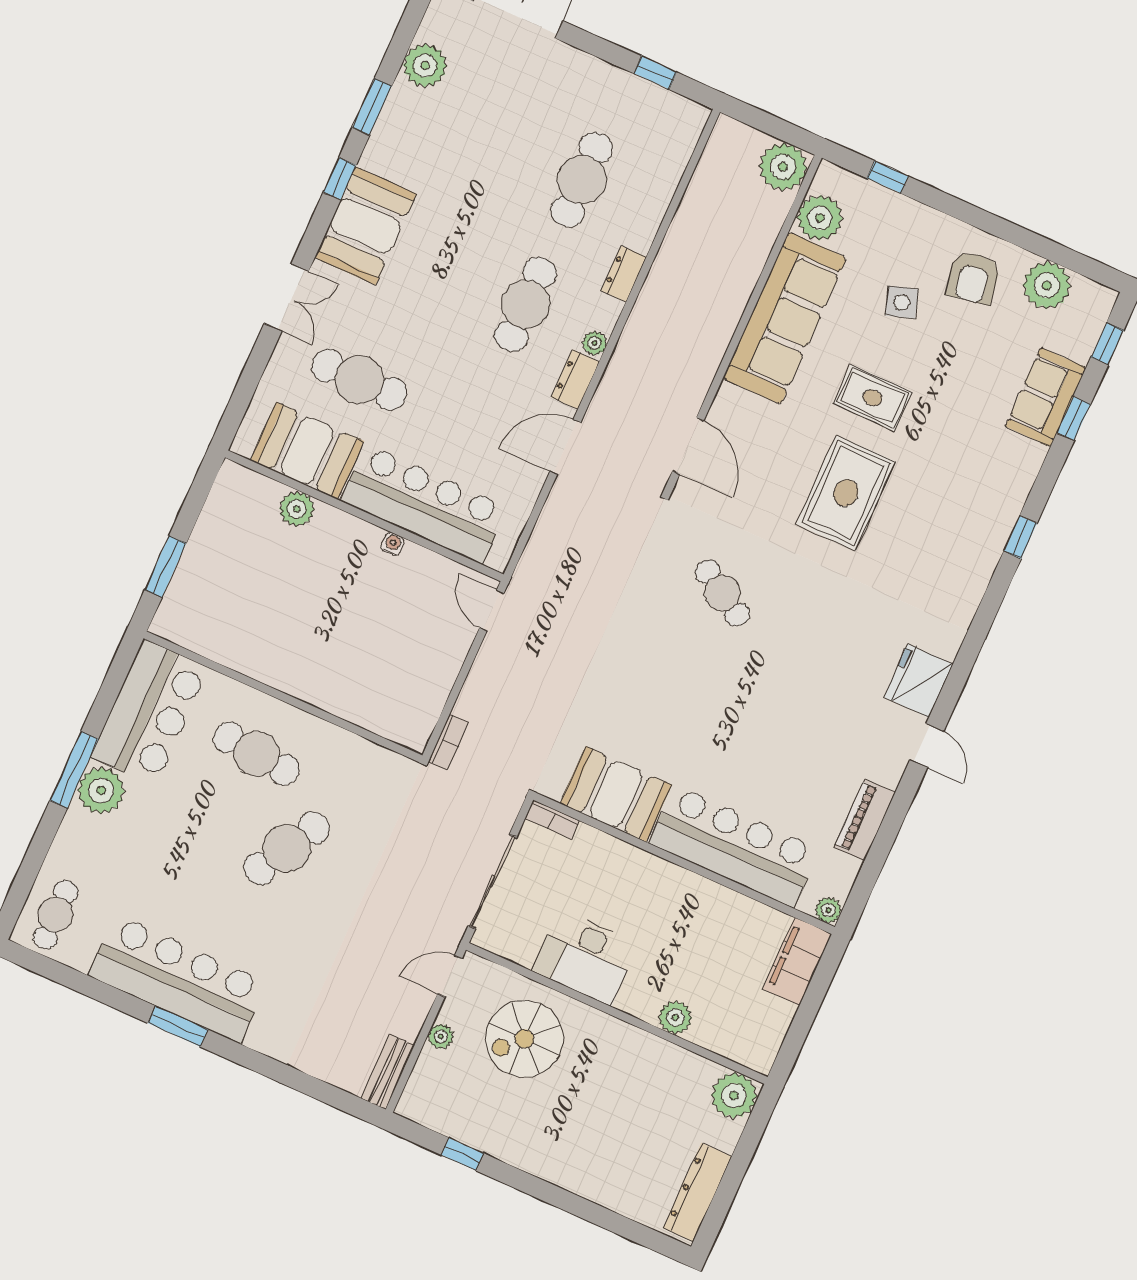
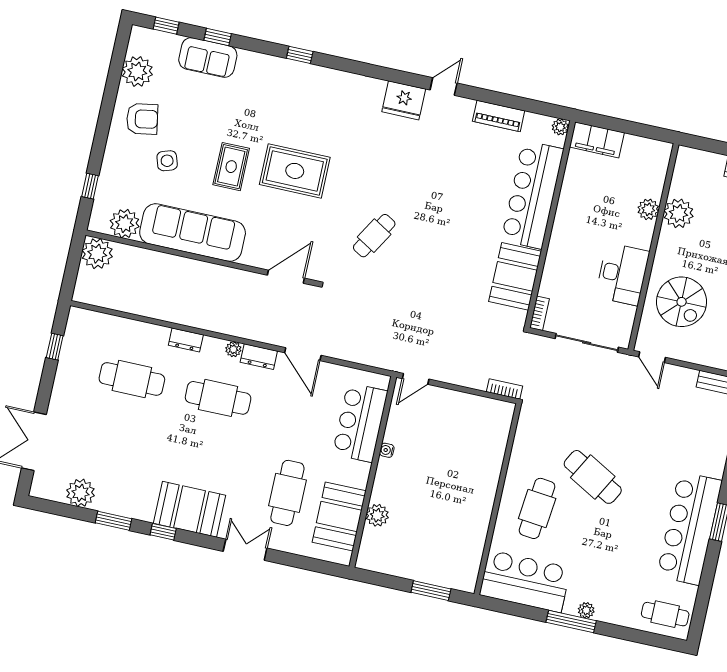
bar counter: (424, 504) -> (360, 423), width x0.73
plant: (101, 791) -> (586, 610), width x0.53, depth x0.53
plant: (441, 1036) -> (691, 355), removed
plant: (734, 1096) -> (679, 213), moved

